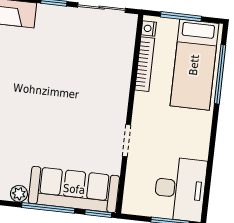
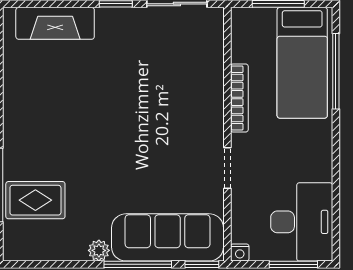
nightstand: (149, 28) -> (240, 252), moved, turned -90
bookcase: (145, 64) -> (239, 98), moved

